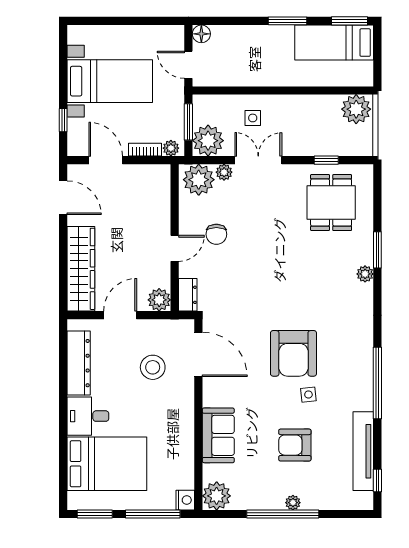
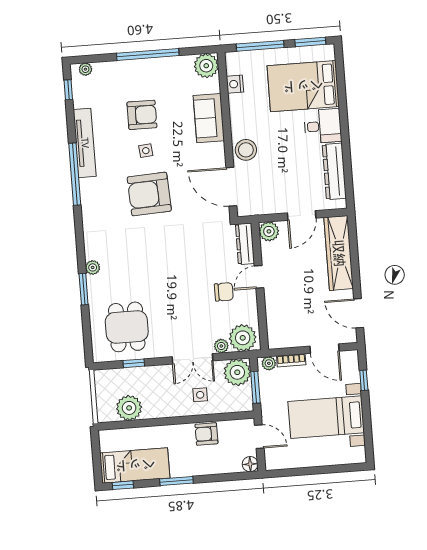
window: (350, 21) -> (123, 485), width x0.67
armchair: (249, 72) -> (206, 434), added
plant: (356, 109) -> (129, 408), moved
chair: (216, 234) -> (224, 292), turned 90
dresser: (188, 295) -> (245, 244), width x1.44
armchair: (293, 353) -> (149, 194), turned -93
stool: (153, 367) -> (246, 150), moved
side table: (308, 395) -> (146, 151), moved
tv unit: (363, 451) -> (85, 143), moved
nightstand: (185, 500) -> (235, 84), moved
plant: (293, 503) -> (85, 69), moved

